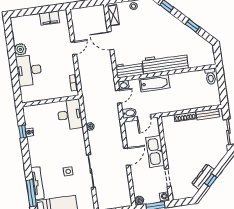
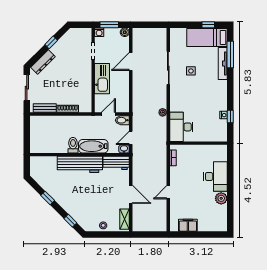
toilet: (211, 76) -> (73, 145), moved
door: (127, 157) -> (131, 62), moved
dresser: (203, 177) -> (43, 62), moved

